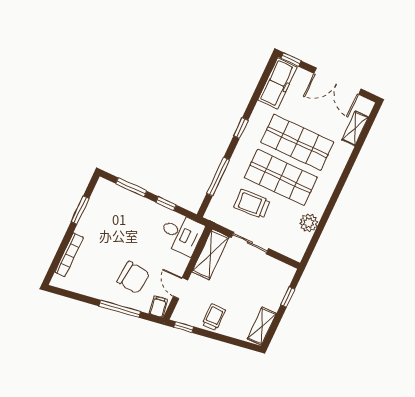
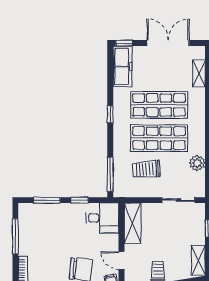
double door: (338, 81) -> (168, 43), swing flipped
window: (218, 177) -> (110, 174), moved
window: (80, 210) -> (15, 236), width x1.44
sliding door: (250, 243) -> (178, 200), moved

